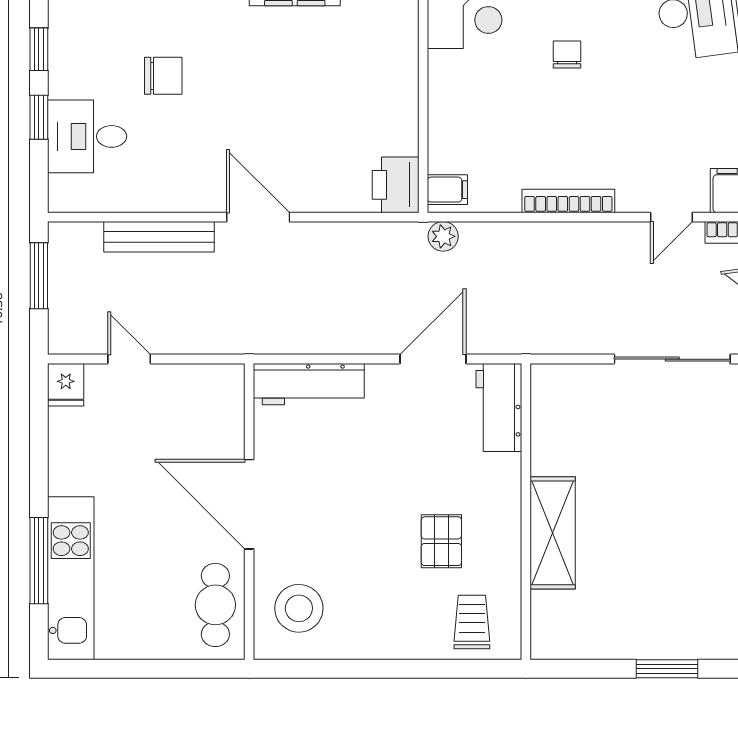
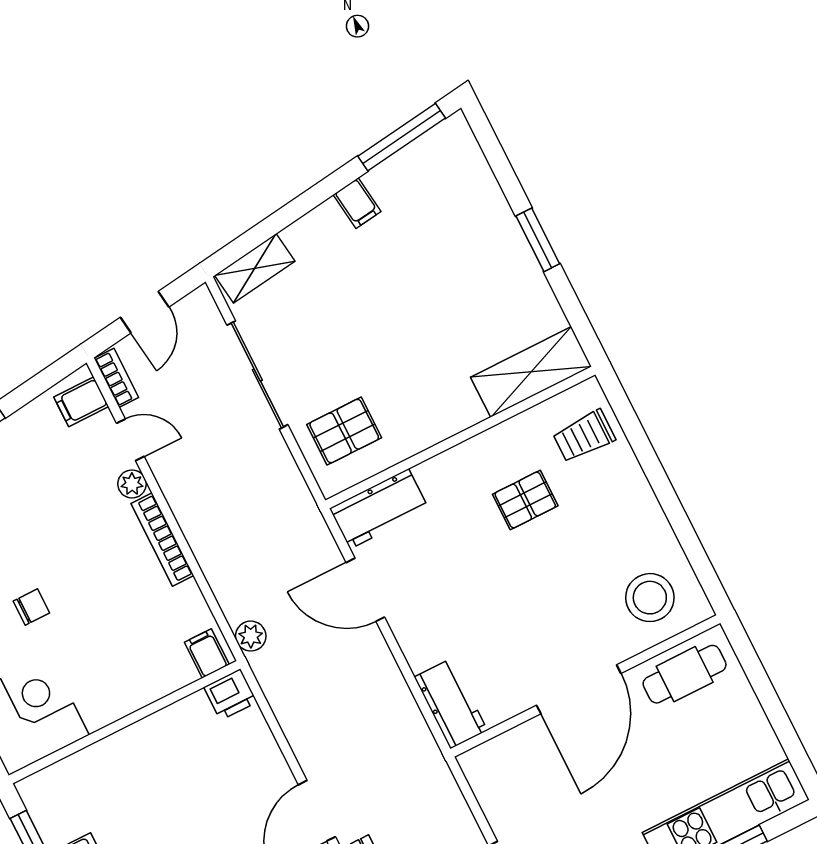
chair: (567, 54) -> (31, 607), turned 180
printer: (396, 185) -> (231, 695), width x0.73, depth x0.81
plant: (631, 199) -> (132, 484), added
workbench: (309, 384) -> (451, 704), width x0.73
pallet: (584, 411) -> (344, 431), added
shelving: (553, 533) -> (531, 372), moved

